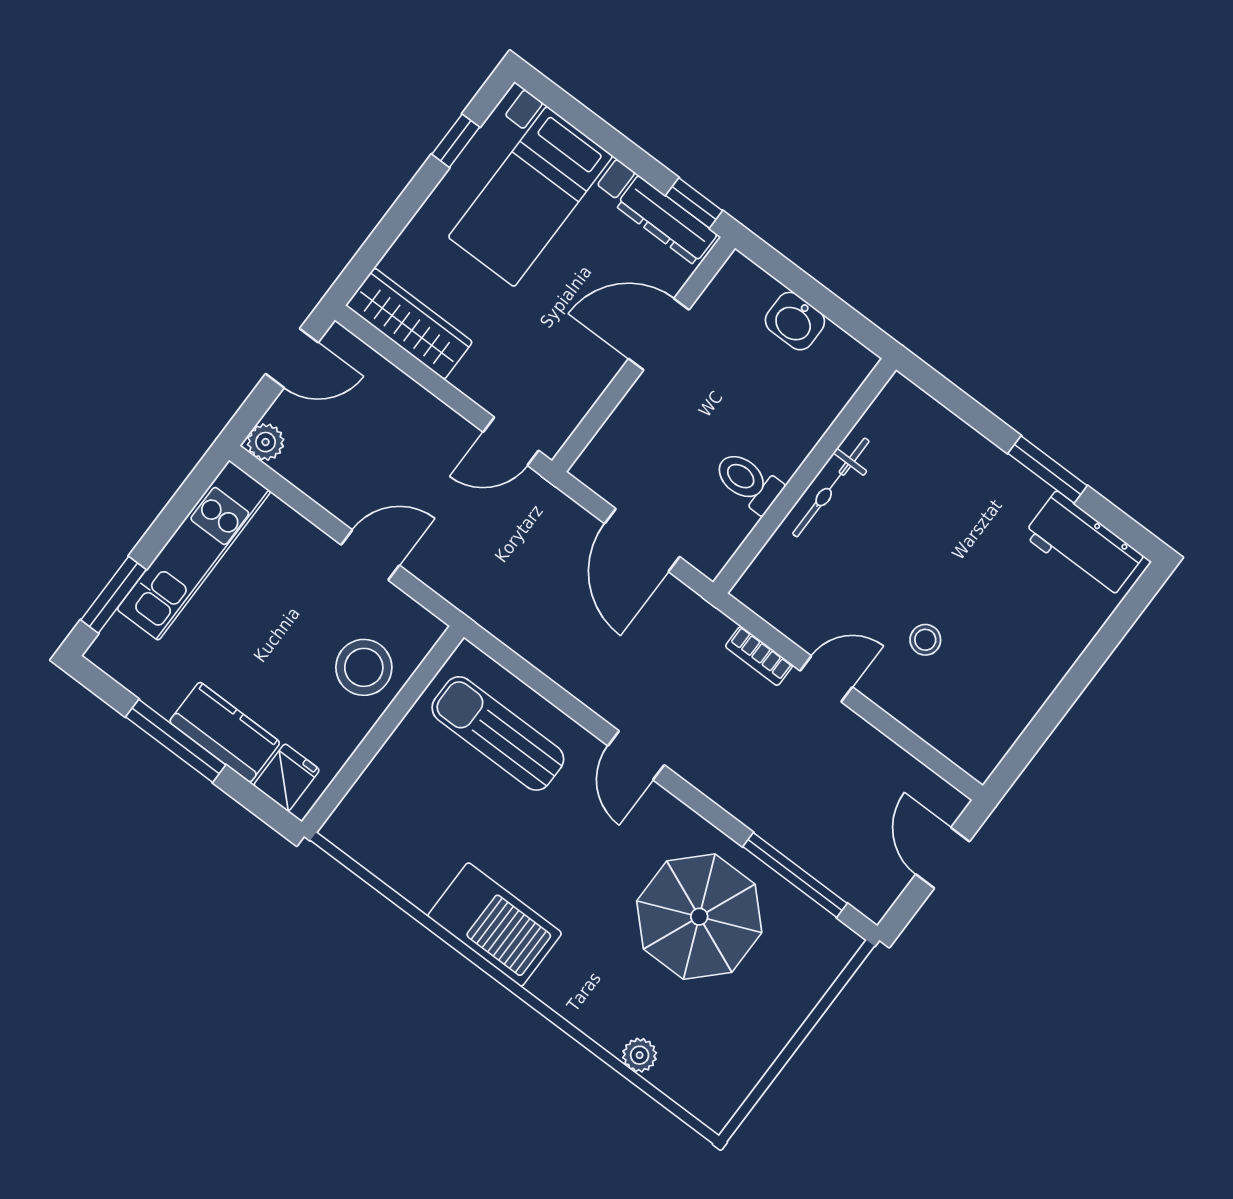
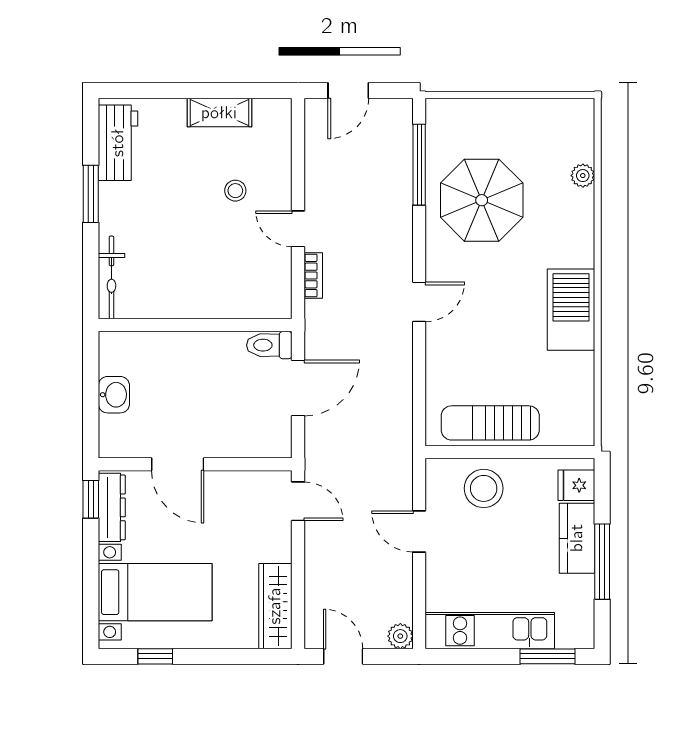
toilet: (748, 482) -> (269, 345), moved, turned 90
bicycle: (831, 487) -> (111, 277), moved, turned 90
shelving: (1030, 690) -> (219, 113), added
sun lounger: (498, 733) -> (490, 423), moved, turned 90

